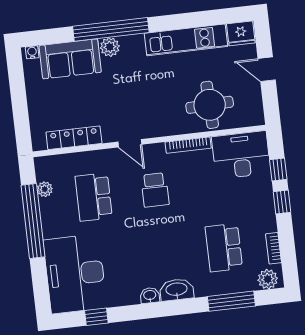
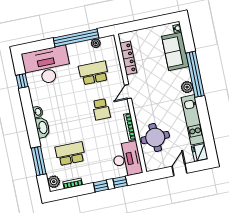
plant: (110, 47) -> (187, 87), moved
school desk: (155, 190) -> (101, 109), turned -90

